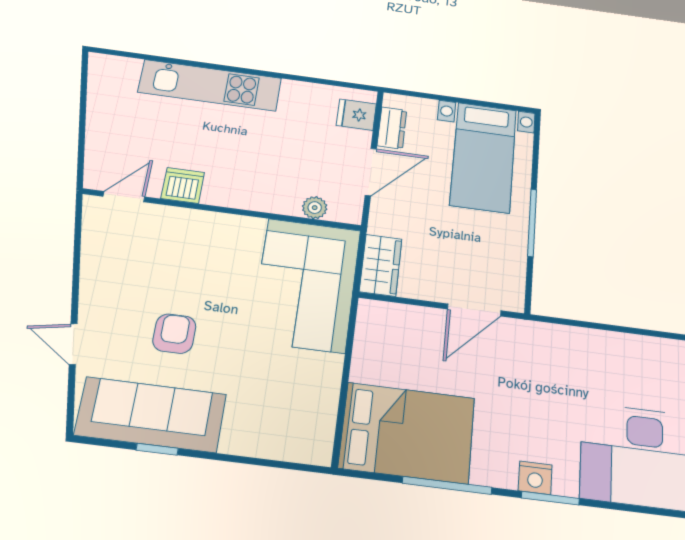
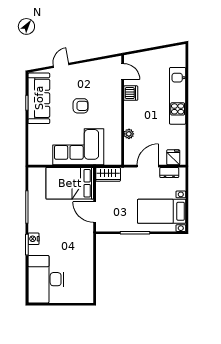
door: (371, 172) -> (148, 166), swing flipped
plant: (315, 208) -> (129, 134), moved
corner sofa: (306, 285) -> (78, 147), moved
armchair: (174, 334) -> (81, 106), moved
bed: (407, 433) -> (70, 183), moved, turned 90

